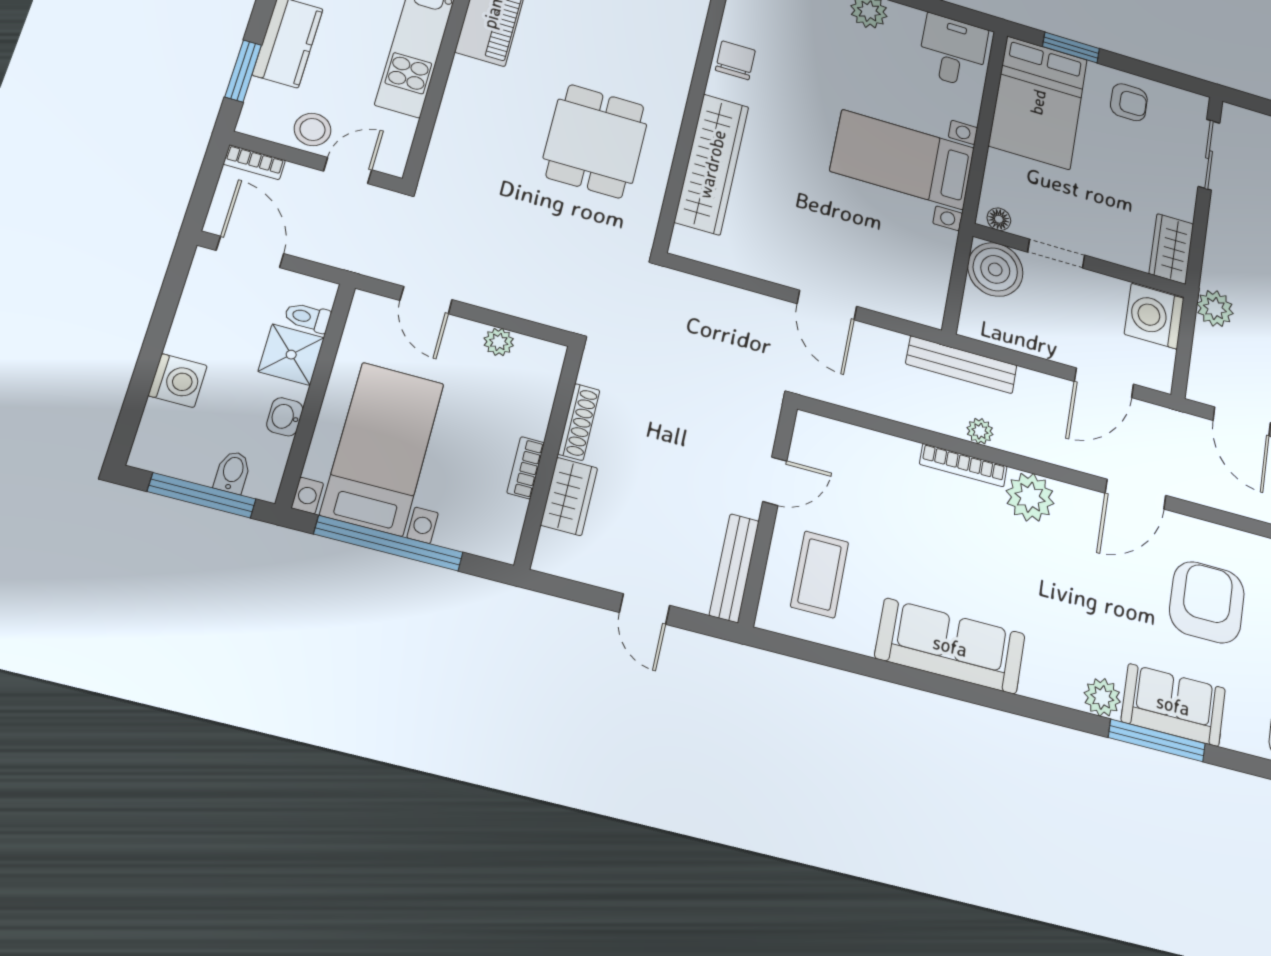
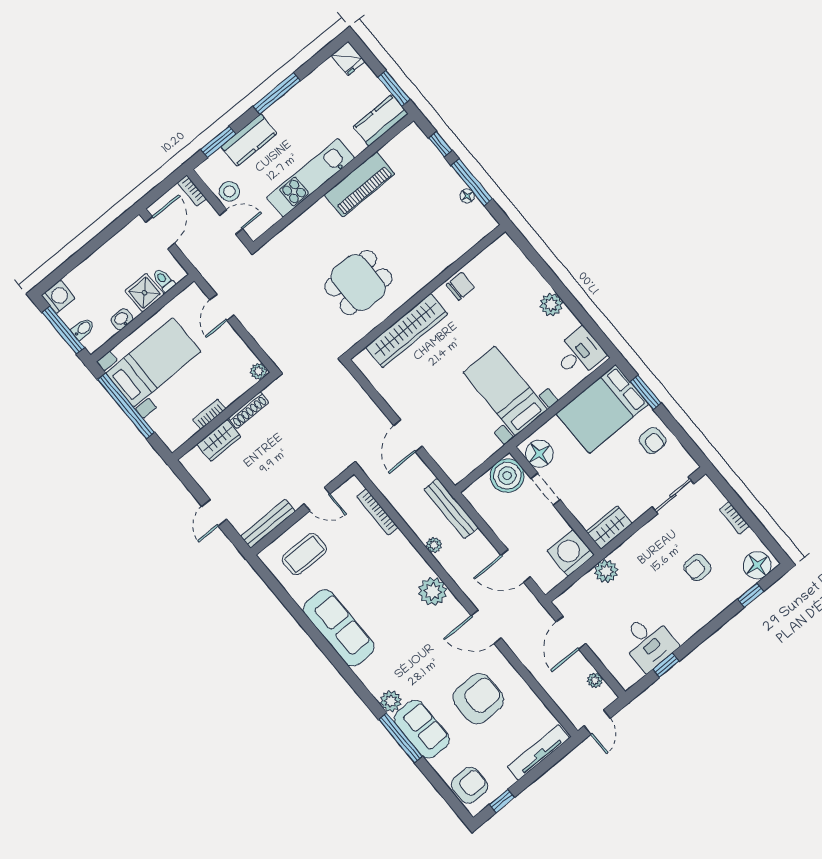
floor lamp: (999, 219) -> (539, 454), width x1.89, depth x1.89
plant: (499, 342) -> (259, 371), moved
washing machine: (178, 381) -> (58, 297), moved, turned -90
bookcase: (963, 465) -> (377, 512), moved

